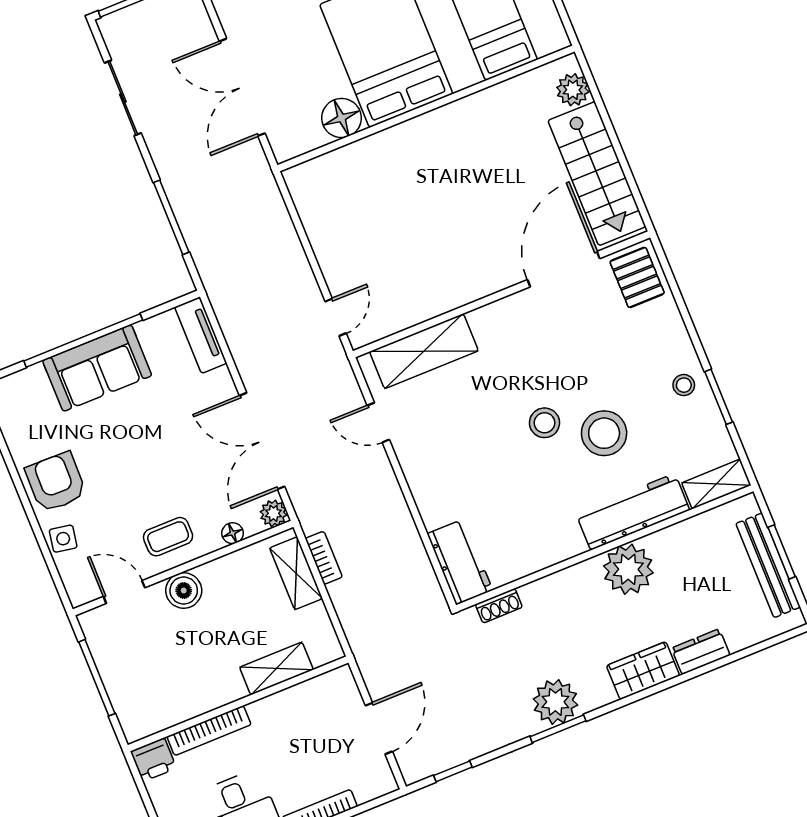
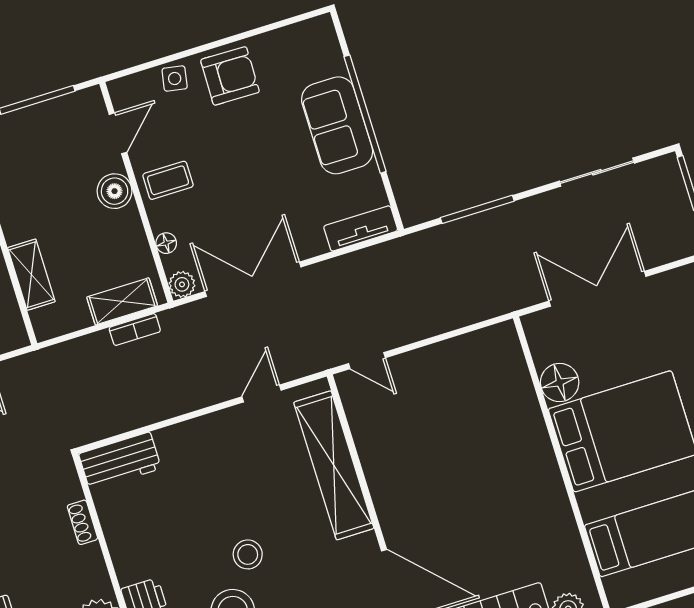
shelving: (424, 351) -> (334, 465), width x1.47
coffee table: (168, 537) -> (168, 180), turned 90
shoe rack: (499, 606) -> (82, 522), moved

